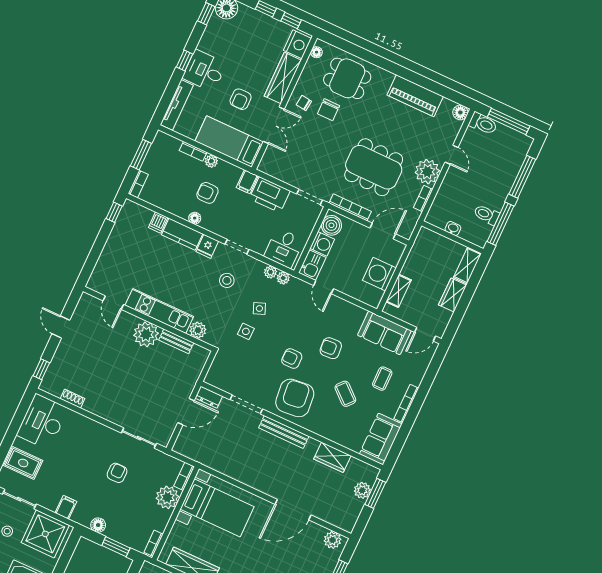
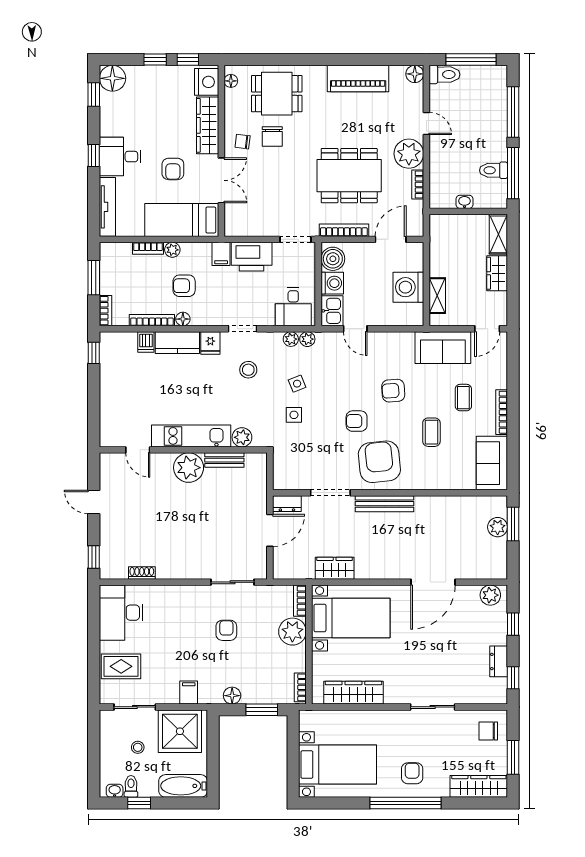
bookcase: (170, 208) -> (152, 320), added
coffee table: (345, 394) -> (431, 432), turned 49
wardrobe: (332, 457) -> (335, 568), moved, turned 180

